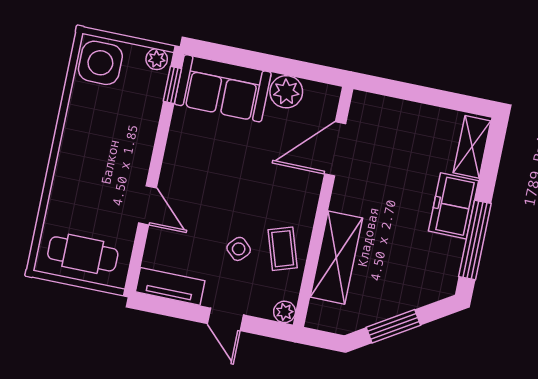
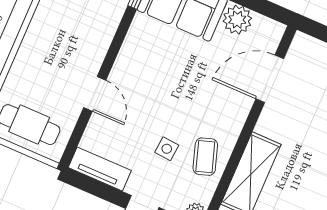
side table: (239, 249) -> (167, 149), turned -38

